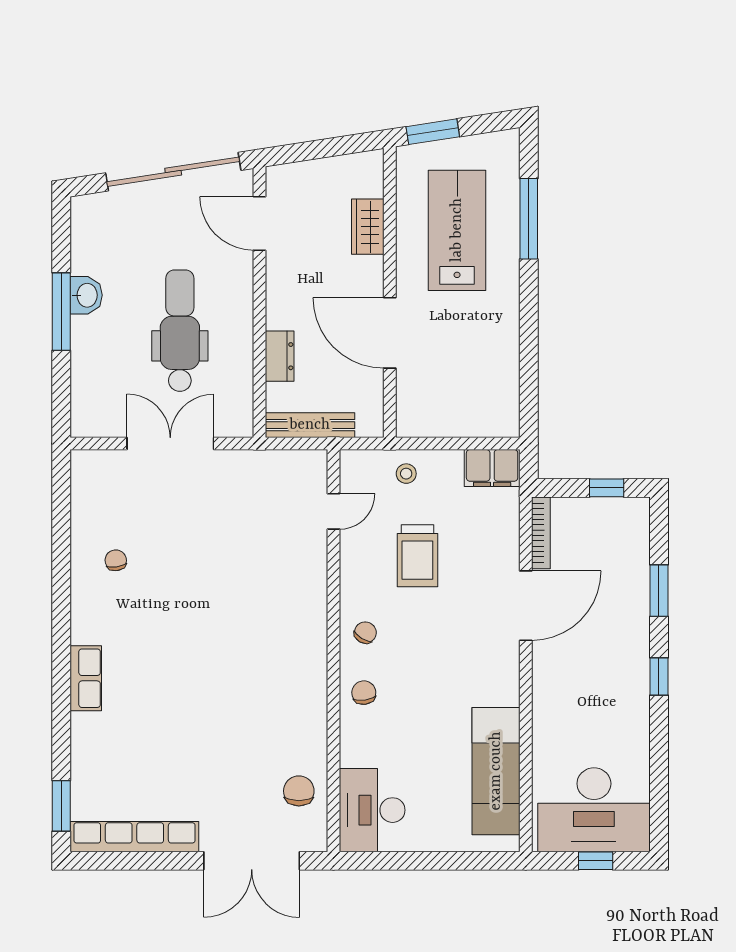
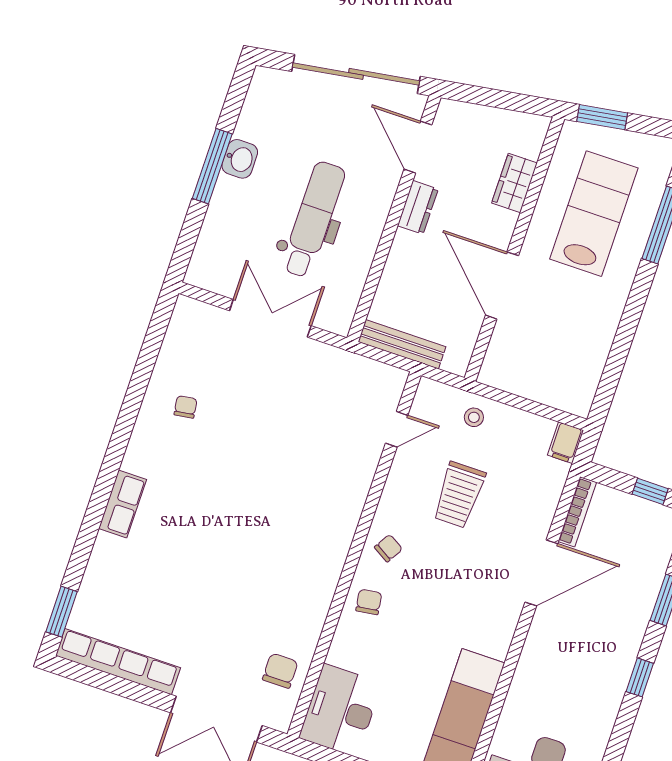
dresser: (280, 356) -> (418, 207), moved
filing cabinet: (492, 468) -> (566, 443), width x0.50

